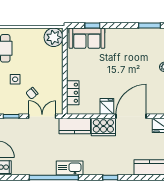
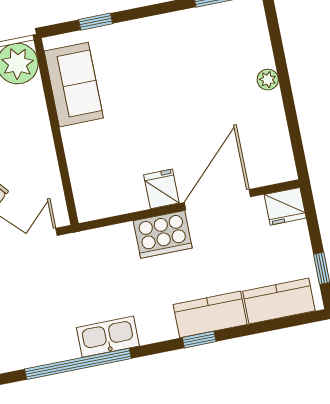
sofa: (87, 38) -> (74, 85), moved, turned -90
locker: (73, 93) -> (82, 174), removed
kitchen counter: (75, 126) -> (210, 314), moved, turned 180

